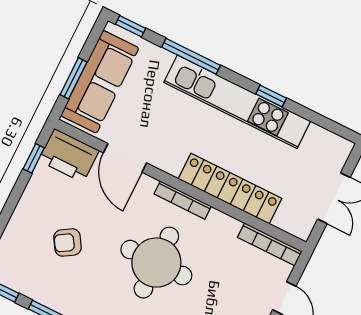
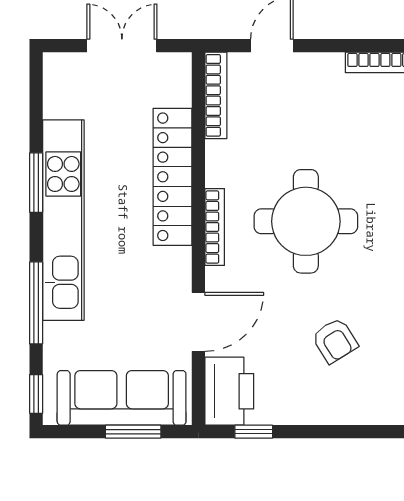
window: (271, 96) -> (36, 183), width x1.50

